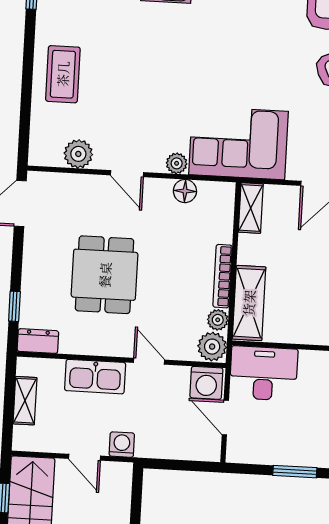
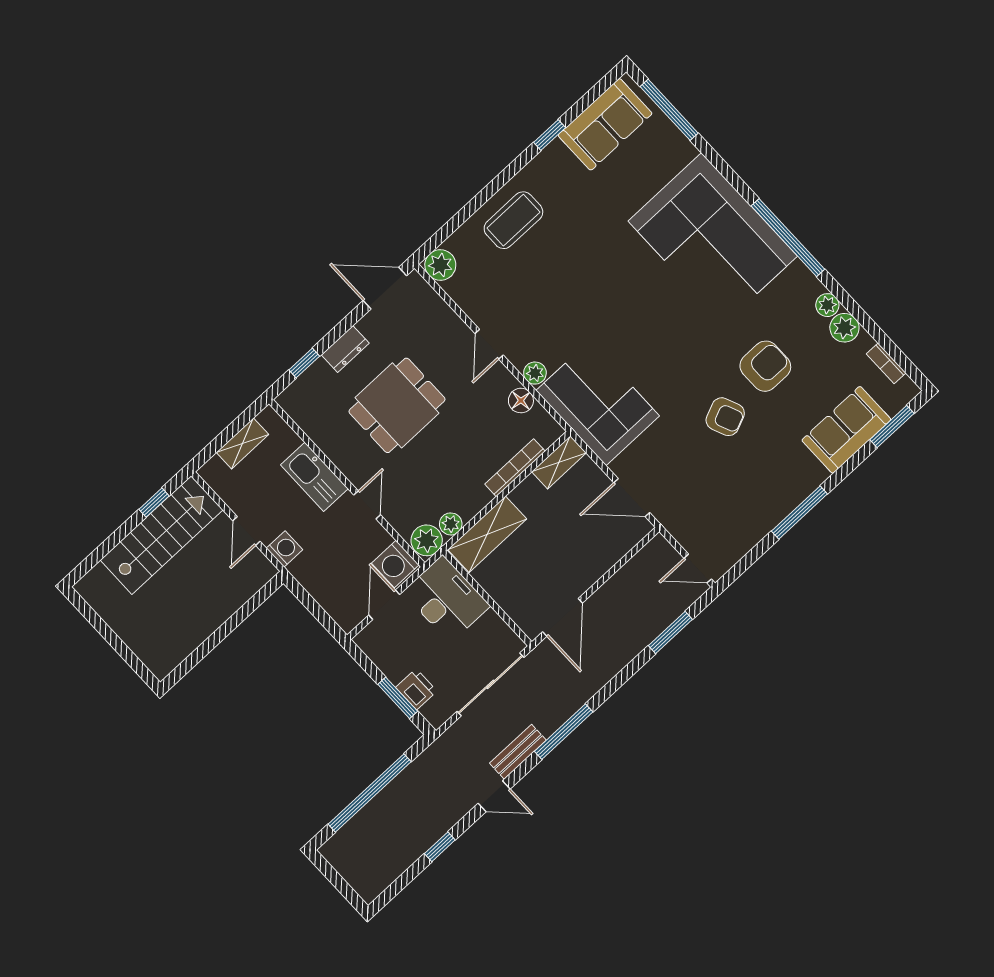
plant: (78, 154) -> (440, 265), moved
bookcase: (223, 276) -> (515, 468), moved
dresser: (38, 341) -> (345, 349), moved, turned 90
printer: (302, 454) -> (416, 689), added

